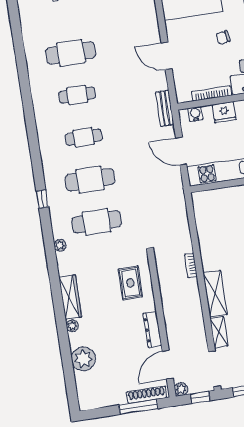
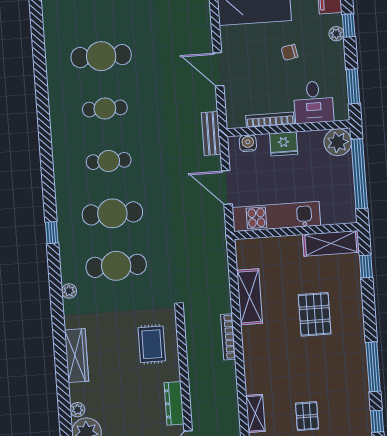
bookcase: (191, 265) -> (228, 337), width x1.56
shelving: (215, 294) -> (250, 297), moved
plant: (72, 326) -> (77, 410), moved

